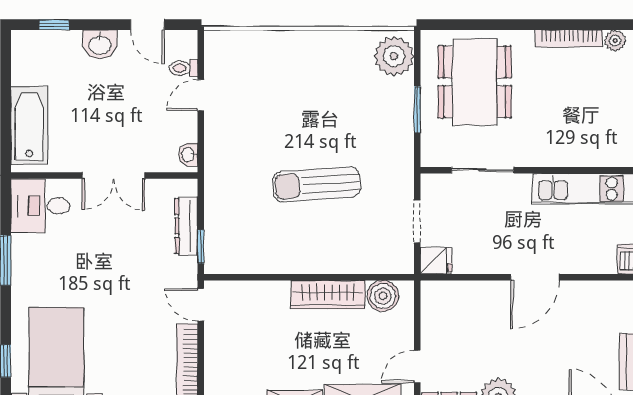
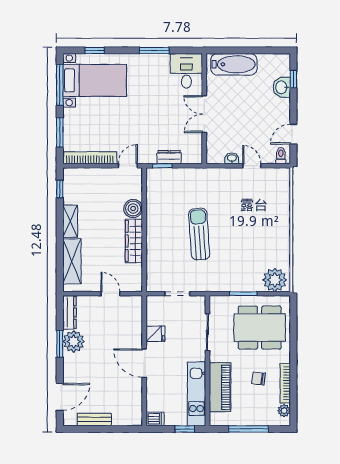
washbasin: (100, 44) -> (282, 87), moved
toilet: (184, 68) -> (281, 156), moved
chair: (561, 84) -> (258, 379), added
piano: (576, 149) -> (220, 387), added
washbasin: (188, 155) -> (232, 158), moved
dresser: (186, 226) -> (169, 157), width x0.70
fridge: (436, 261) -> (155, 334), moved, turned -90
boiler: (383, 296) -> (133, 209), moved
door: (417, 367) -> (110, 294), moved

